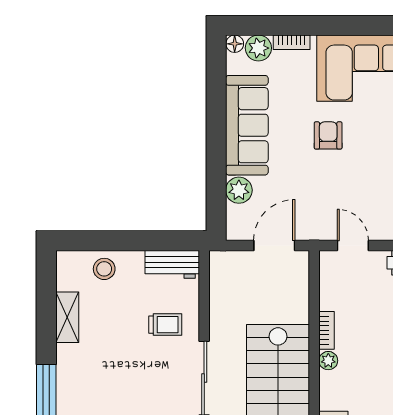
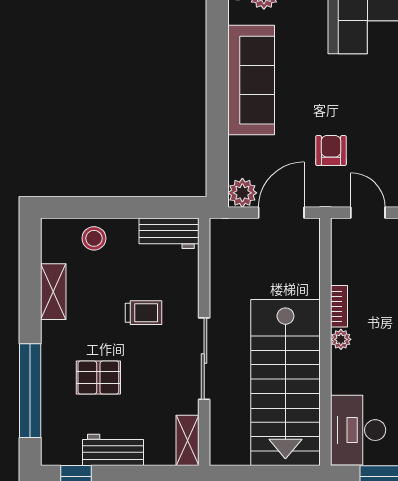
armchair: (328, 135) -> (331, 151), moved
plant: (239, 190) -> (242, 193), moved
trolley: (165, 325) -> (144, 313), moved
pallet: (108, 395) -> (98, 378), added

